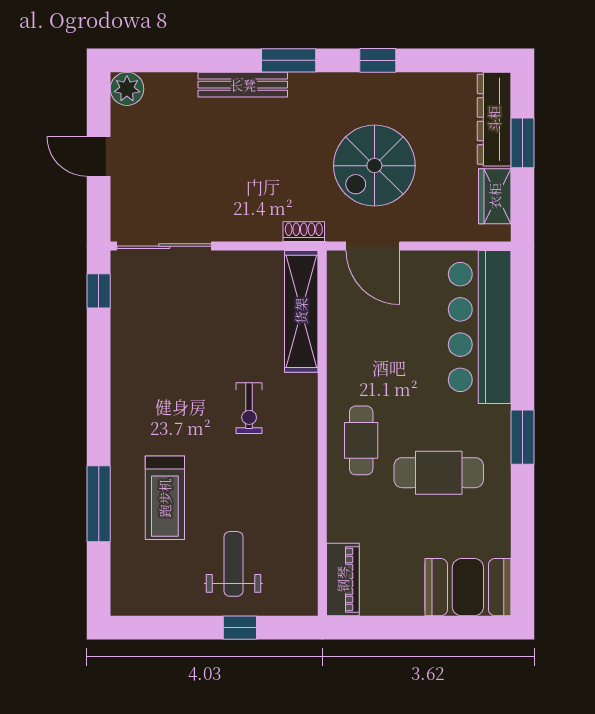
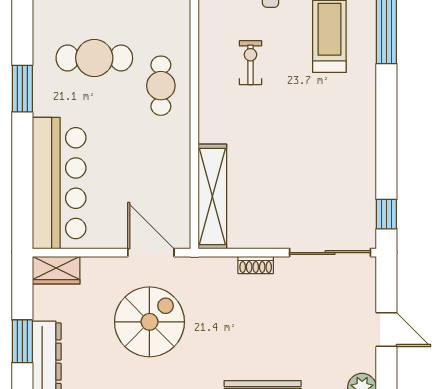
wardrobe: (495, 196) -> (56, 270), moved, turned 90
shoe rack: (304, 232) -> (256, 265), moved
exercise bike: (249, 408) -> (250, 63), moved

